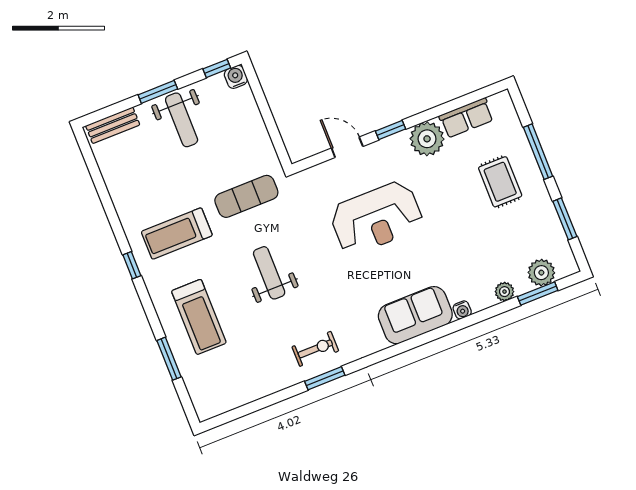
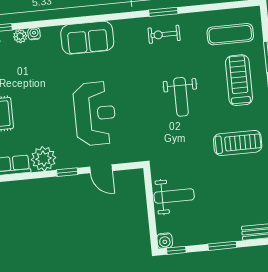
weight bench: (182, 120) -> (174, 196), moved, turned 90
exercise mat: (246, 196) -> (230, 34), moved
reception desk: (376, 218) -> (95, 114), turned 90
water cooler: (462, 310) -> (34, 34), moved

